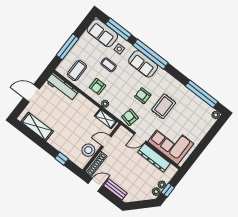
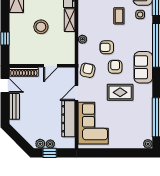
sofa: (143, 64) -> (143, 67), moved
armchair: (98, 86) -> (107, 47), moved
shelving: (106, 119) -> (70, 20), moved
door: (140, 138) -> (76, 93), hinge flipped
door: (106, 141) -> (51, 66), swing flipped
stool: (88, 150) -> (41, 27), moved

